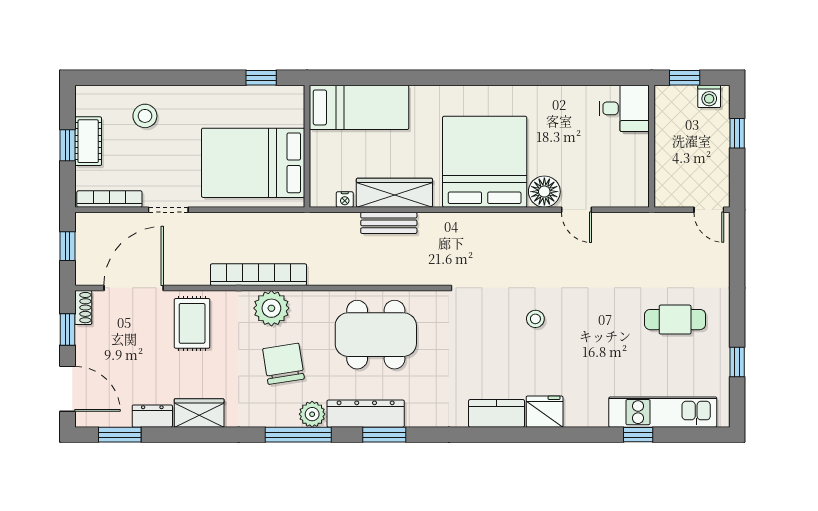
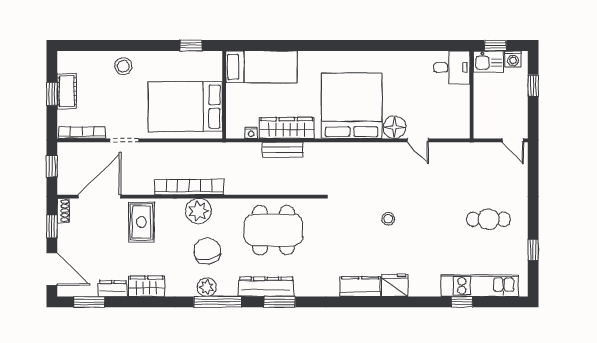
kitchen sink: (675, 100) -> (488, 62), added
stool: (145, 116) -> (123, 66), moved
plant: (312, 414) -> (207, 287), moved

